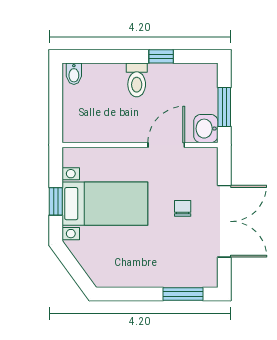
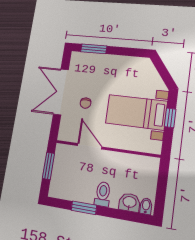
window: (161, 56) -> (84, 208), width x1.50
washbasin: (206, 129) -> (129, 202), moved, turned -90
door: (166, 145) -> (90, 146), swing flipped

